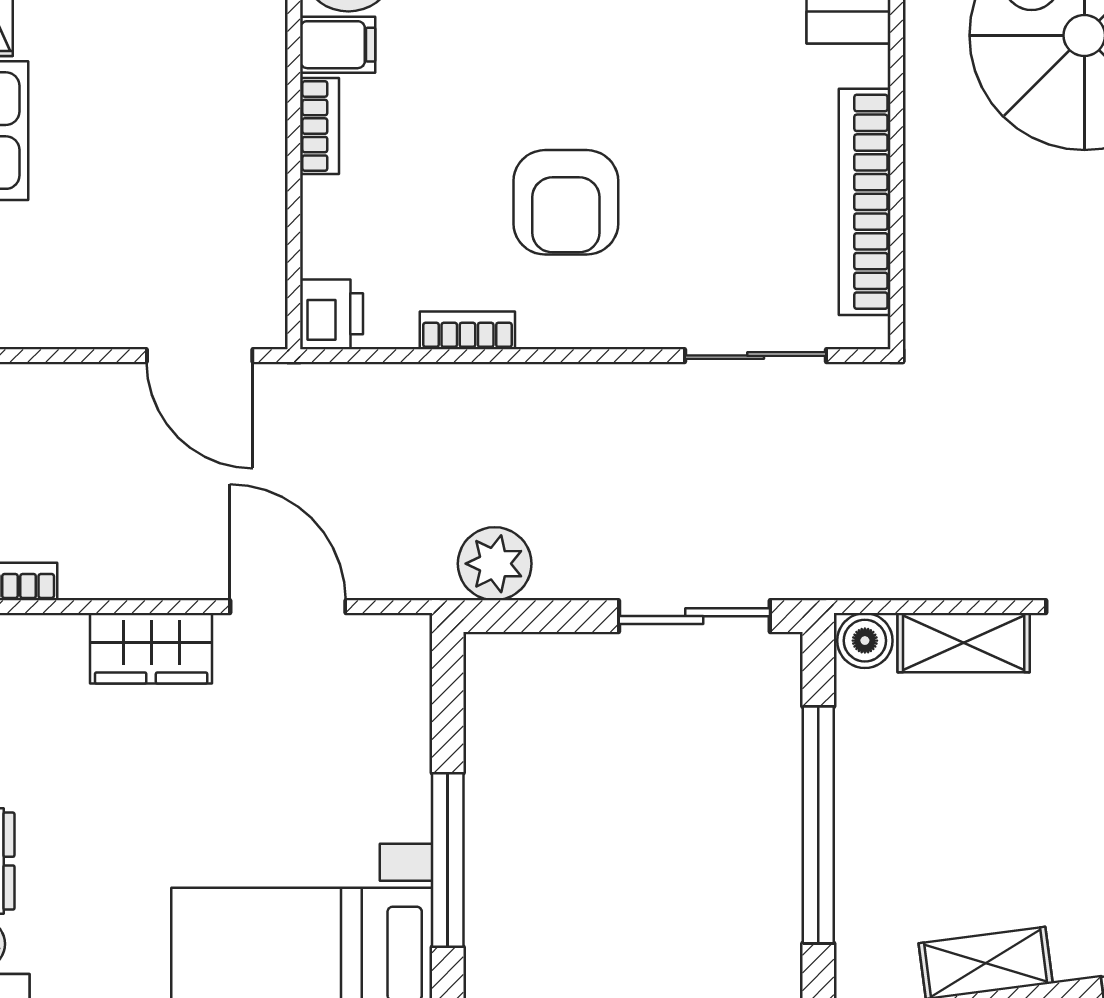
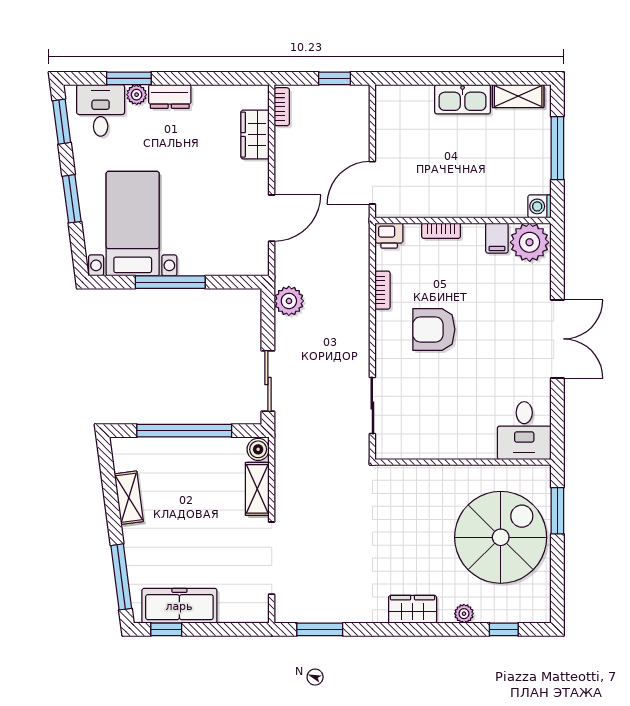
bookcase: (319, 126) -> (441, 231), moved
bookcase: (865, 202) -> (434, 449), removed
wardrobe: (151, 648) -> (255, 135), moved

